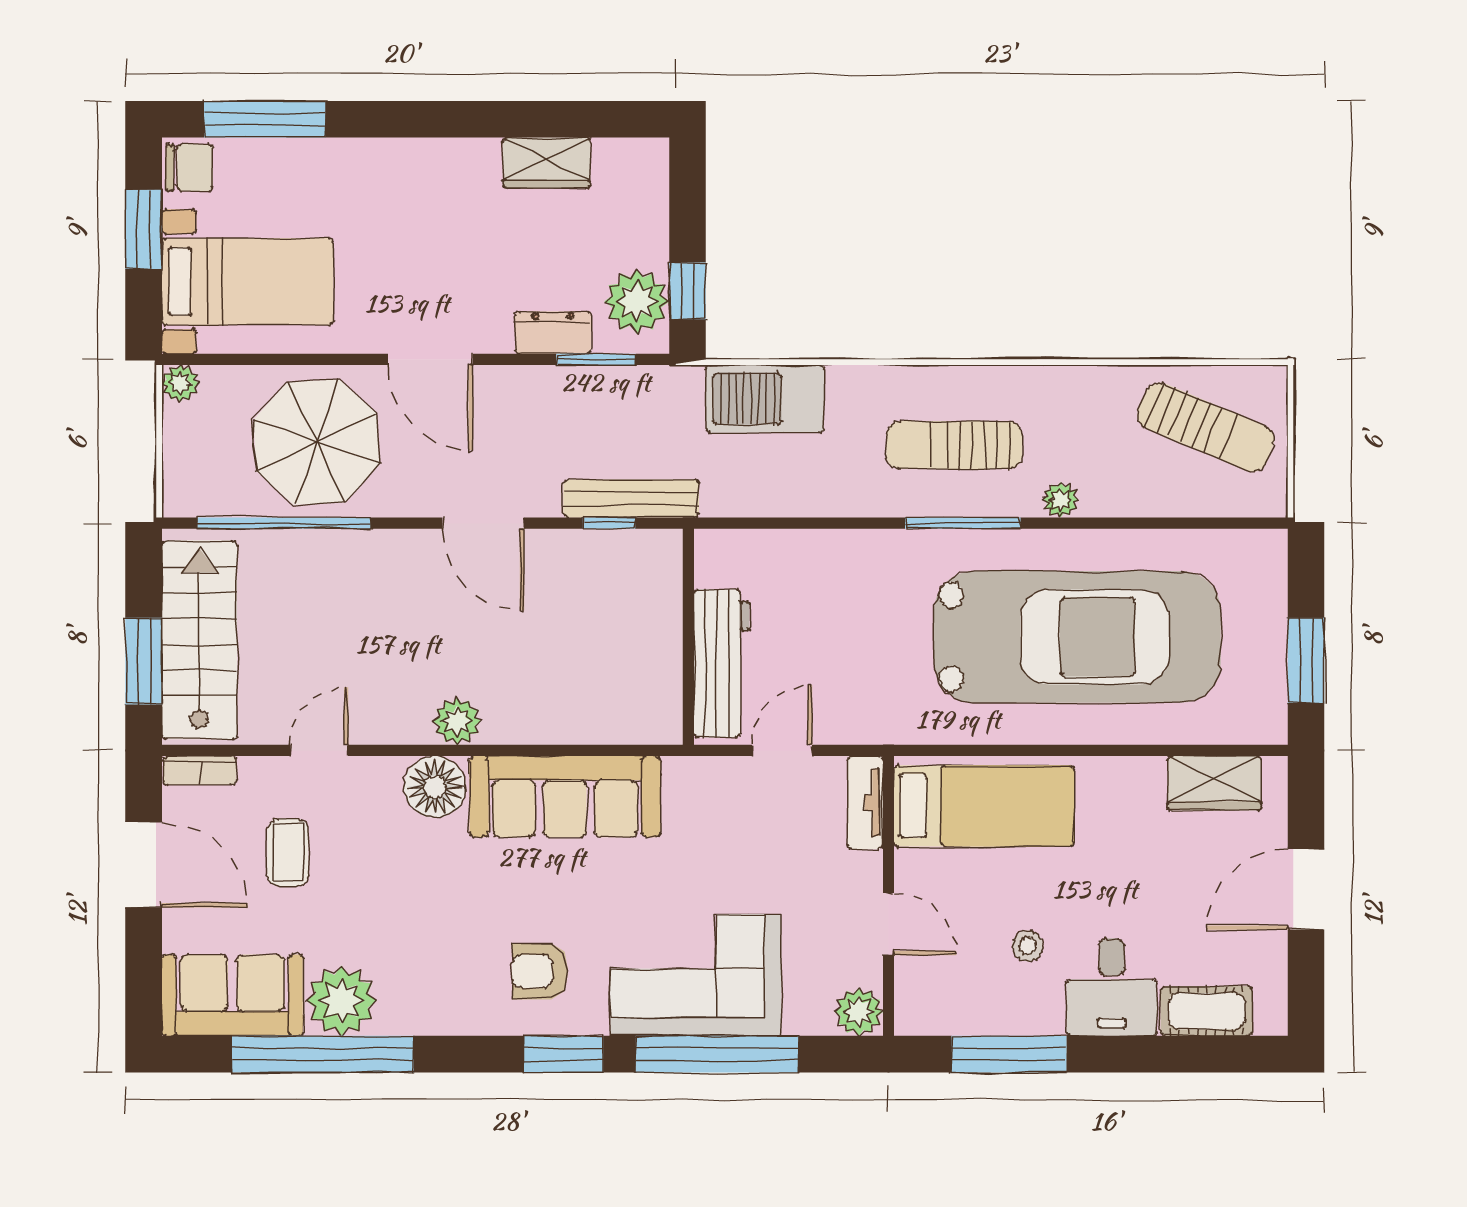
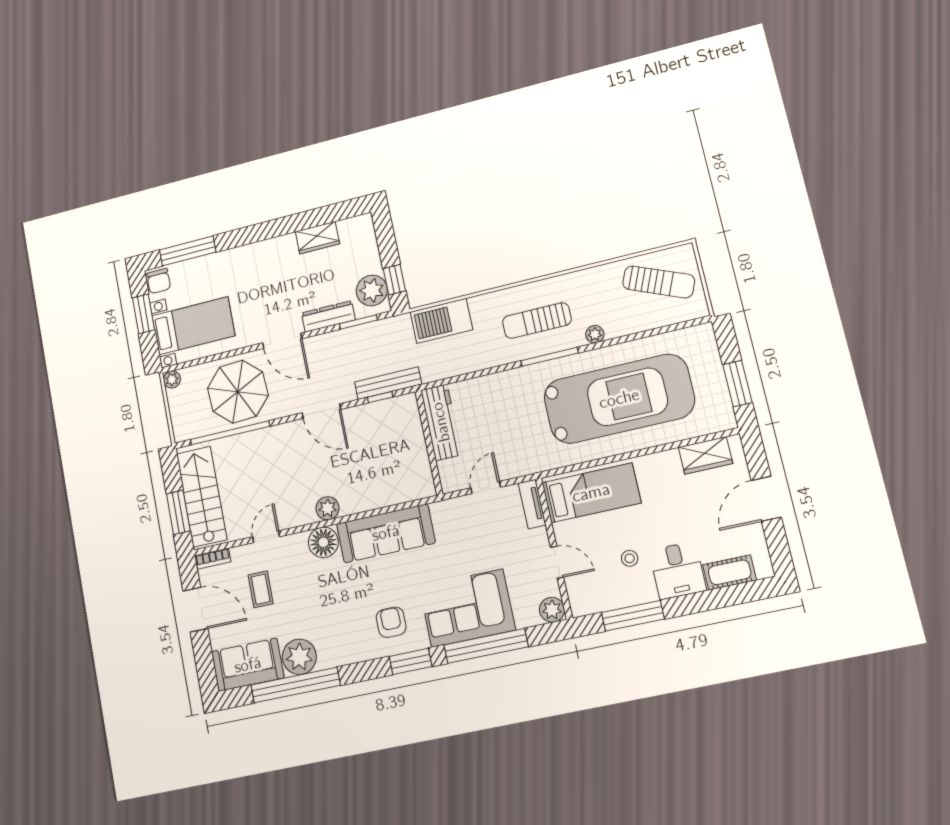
chair: (189, 168) -> (159, 281), turned 90
dresser: (553, 333) -> (328, 316), width x1.44
workbench: (722, 663) -> (441, 422), moved
armchair: (540, 971) -> (391, 622), turned 90

